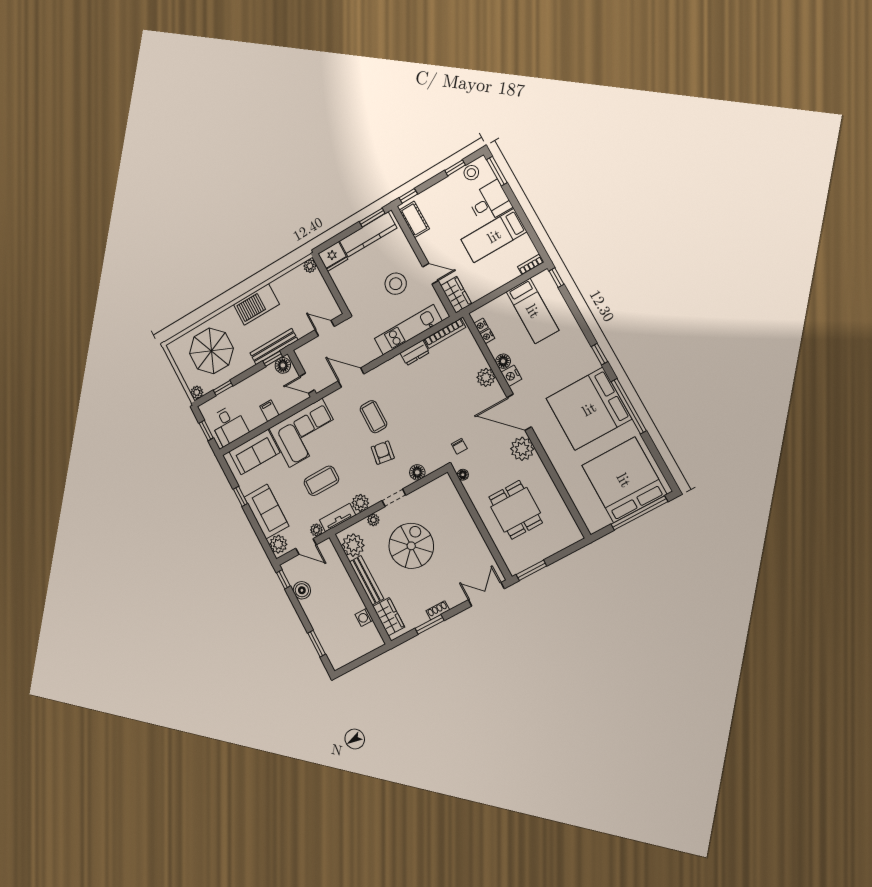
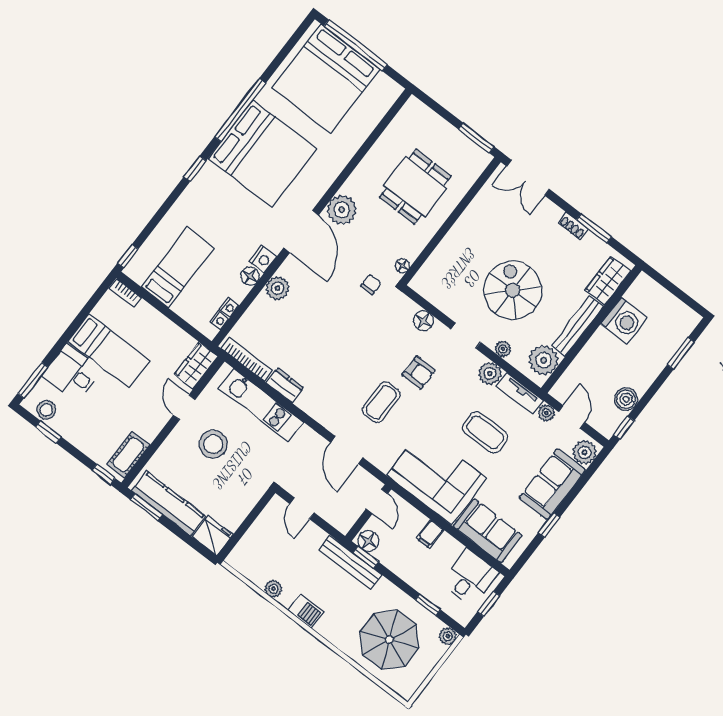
plant: (310, 266) -> (274, 589), moved
barbecue: (256, 304) -> (306, 611), width x0.53, depth x0.65
armchair: (383, 453) -> (419, 372), turned -99
spiral stairs: (411, 546) -> (513, 290), turned 90
washing machine: (364, 617) -> (624, 321), width x1.89, depth x1.89

